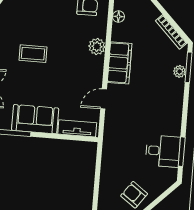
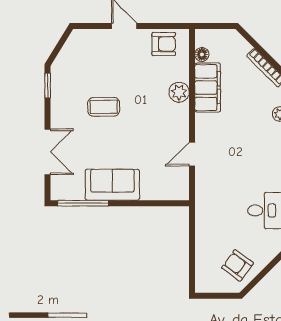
filing cabinet: (120, 63) -> (208, 88), moved
tv unit: (77, 128) -> (163, 192), removed

